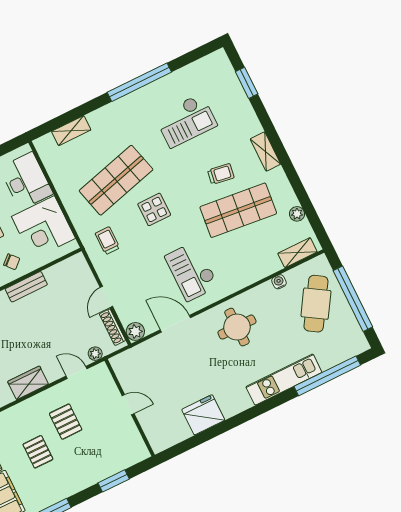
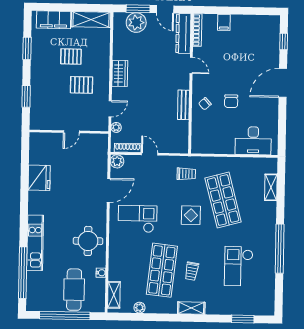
corner desk: (43, 227) -> (217, 136), removed
cafe table: (316, 304) -> (74, 290), turned 58
round table: (237, 327) -> (88, 241), moved

